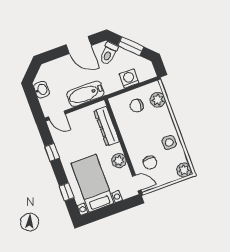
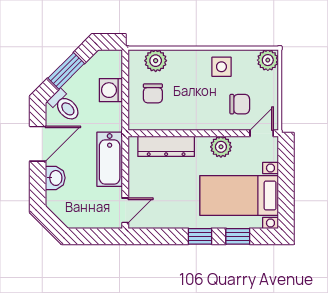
washbasin: (42, 90) -> (55, 178), moved, turned 90
window: (52, 152) -> (200, 236), moved

